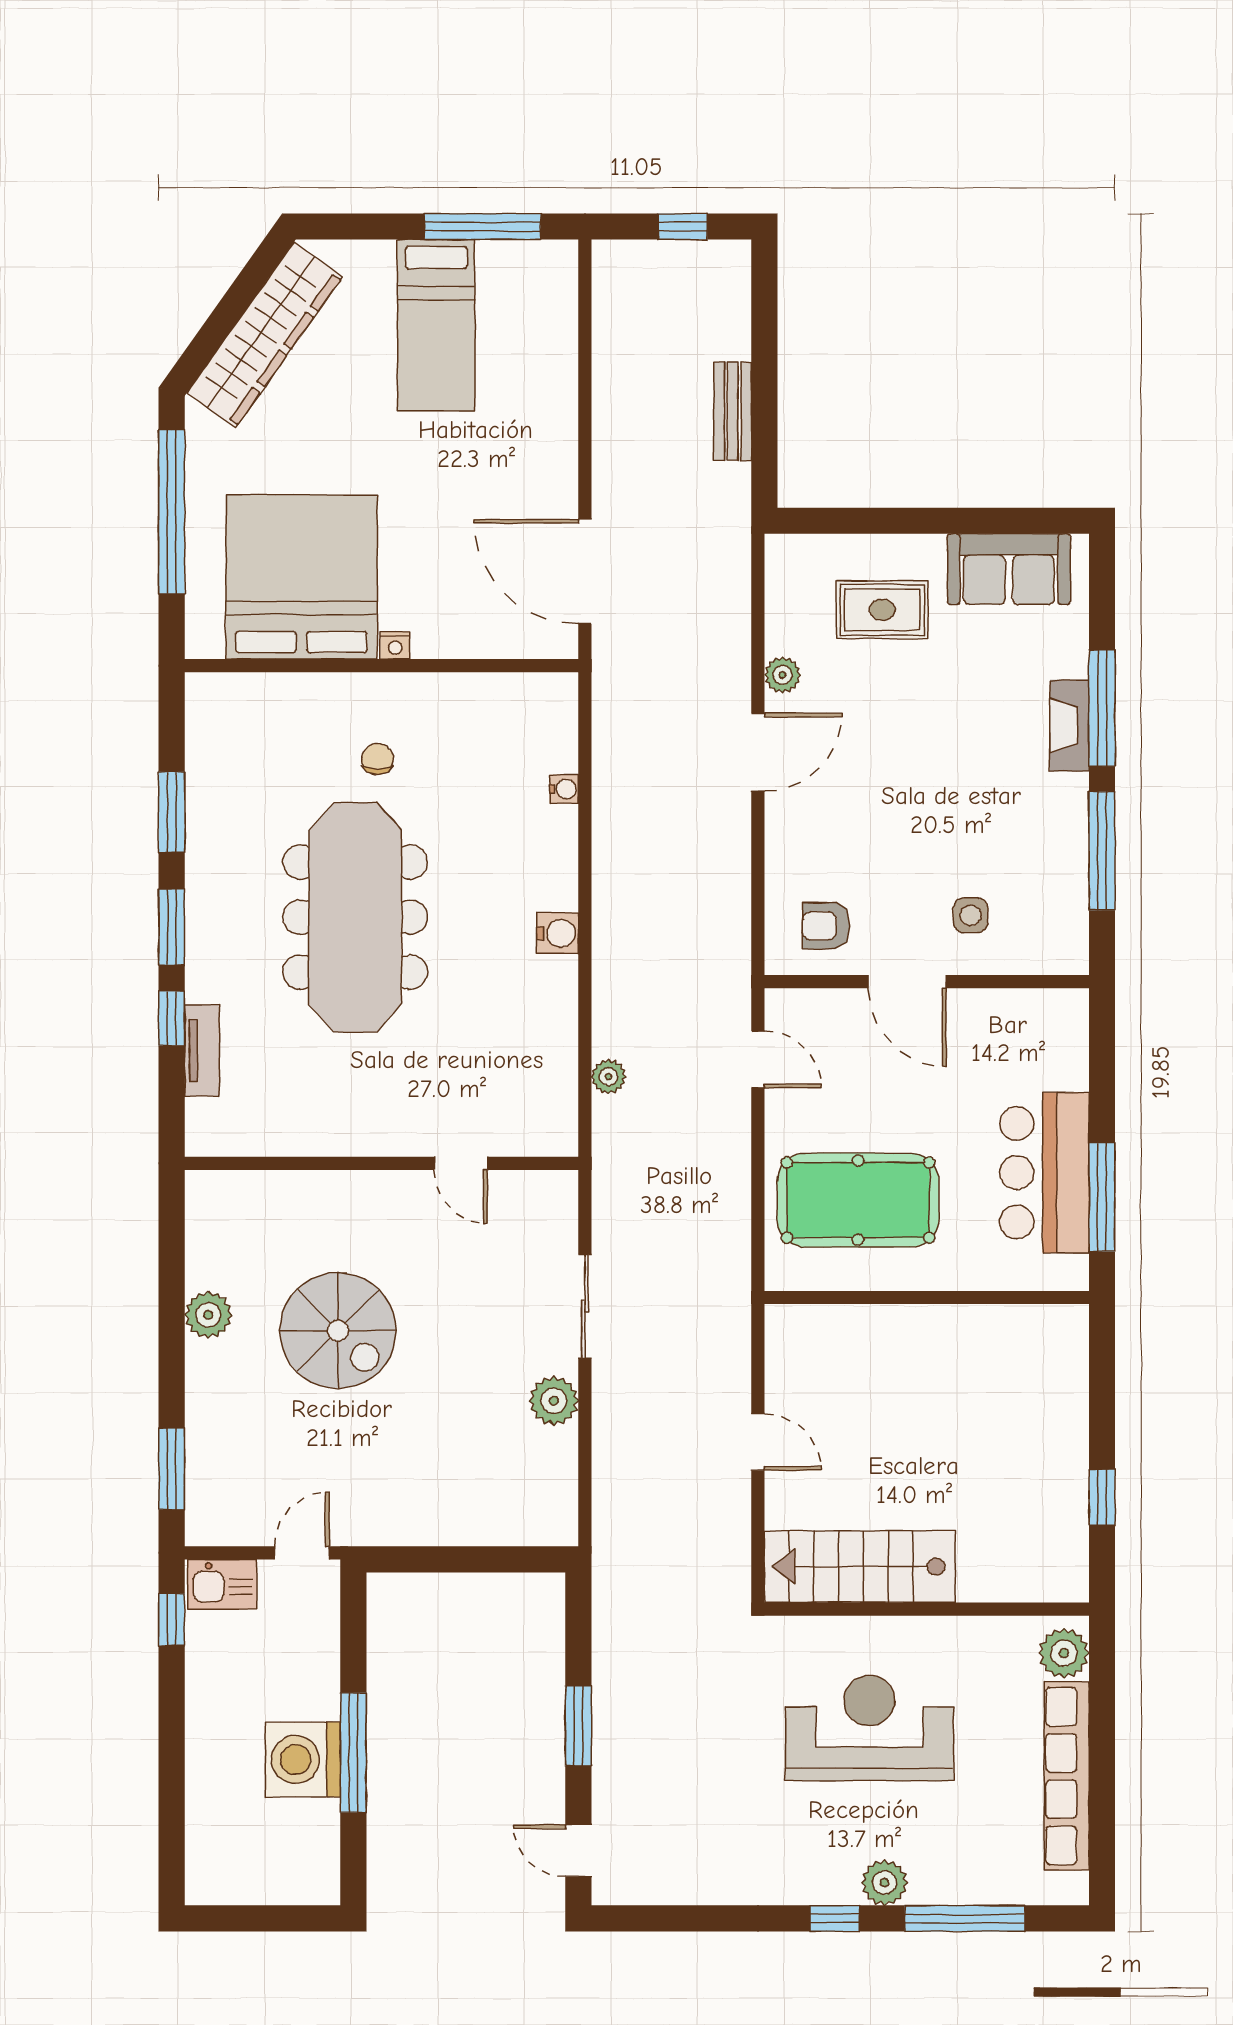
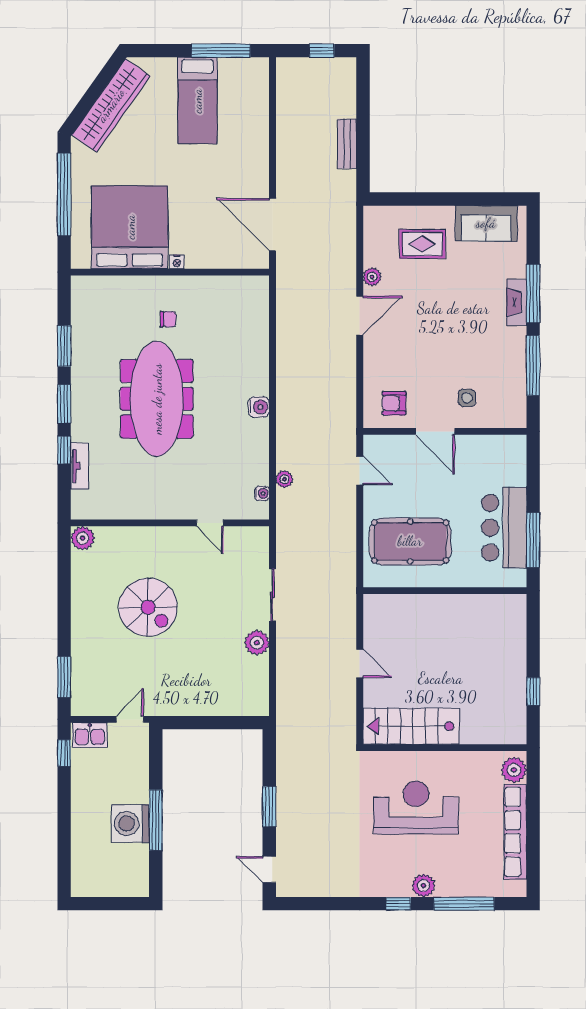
chair: (378, 759) -> (168, 319), turned 90
water cooler: (564, 789) -> (262, 493), moved
plant: (208, 1315) -> (83, 538), moved

